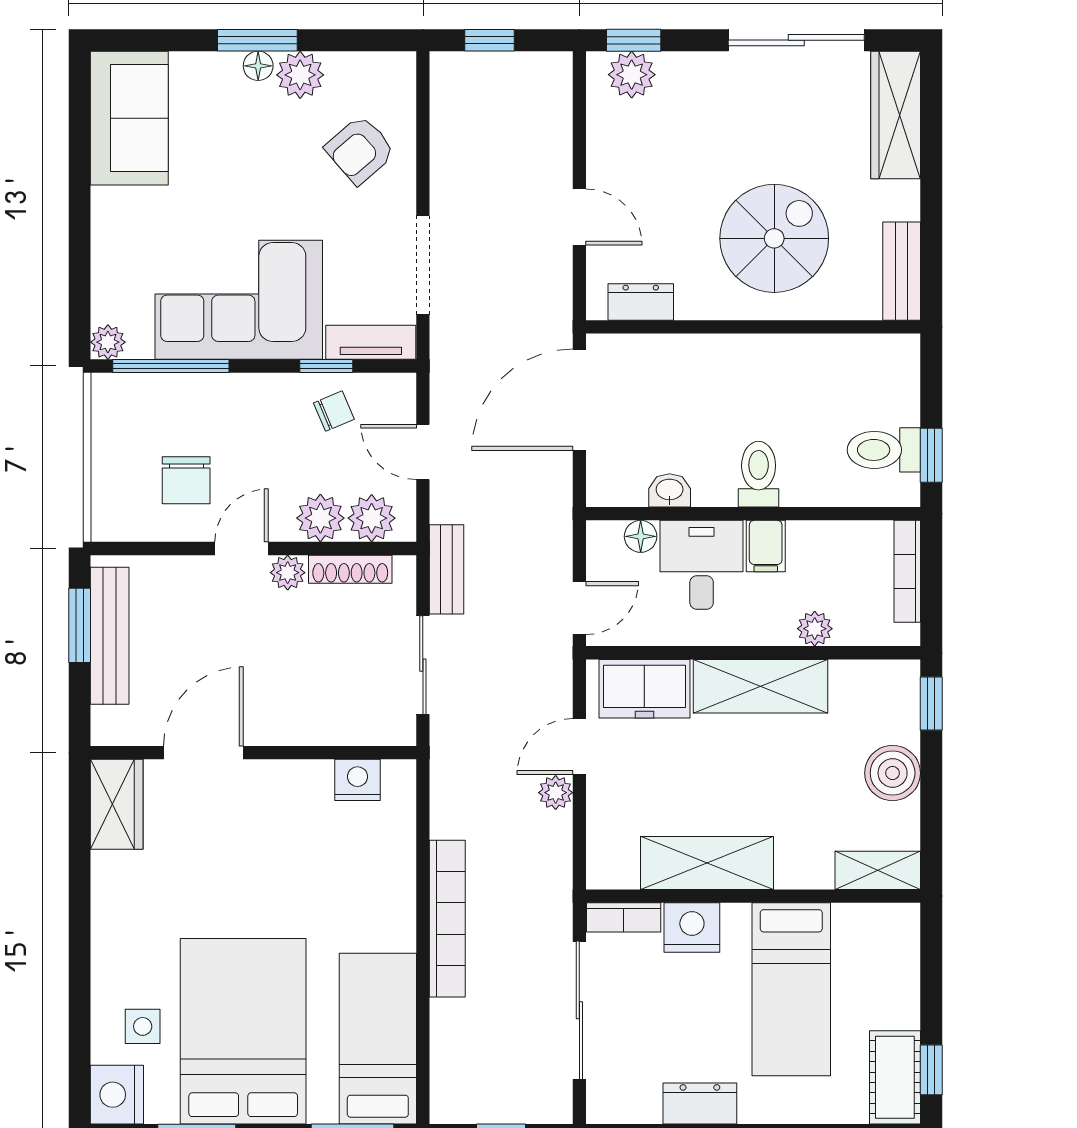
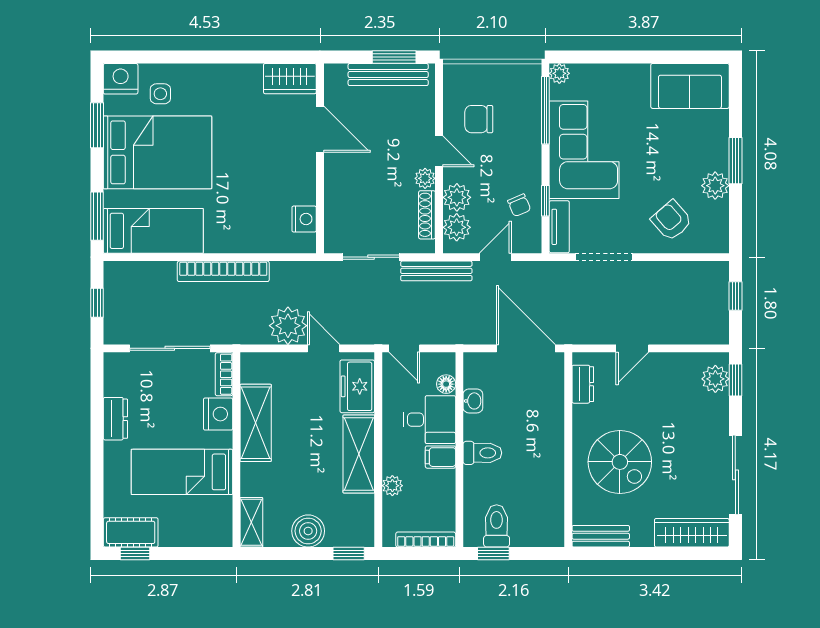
floor lamp: (258, 66) -> (720, 161), removed
bench: (446, 569) -> (436, 271), width x1.36
plant: (556, 793) -> (288, 326), width x1.87, depth x1.87

